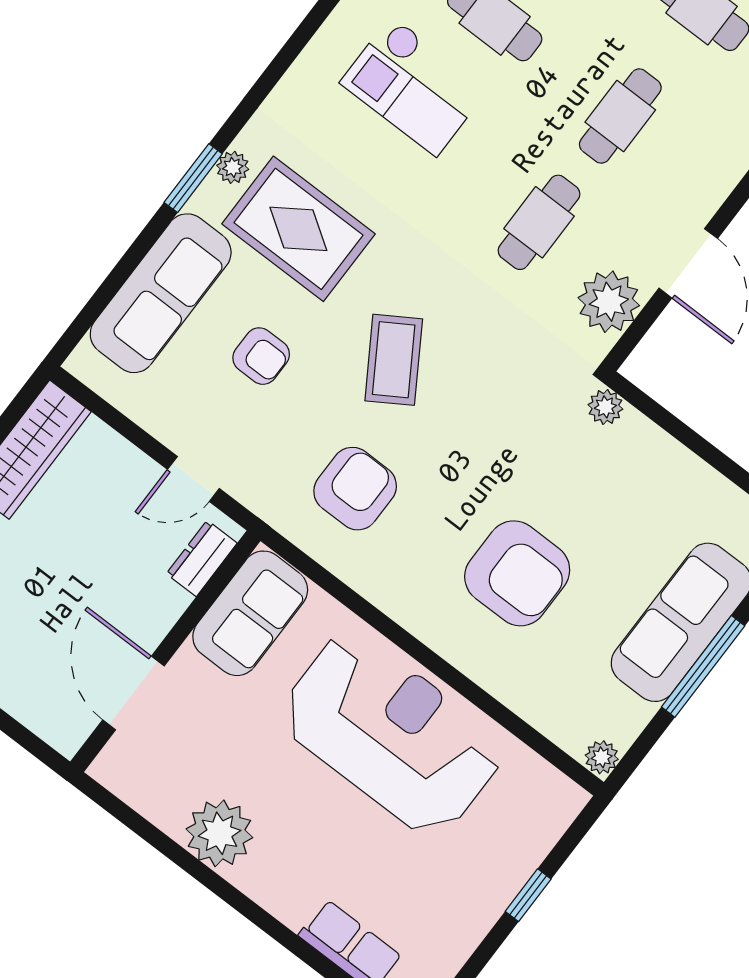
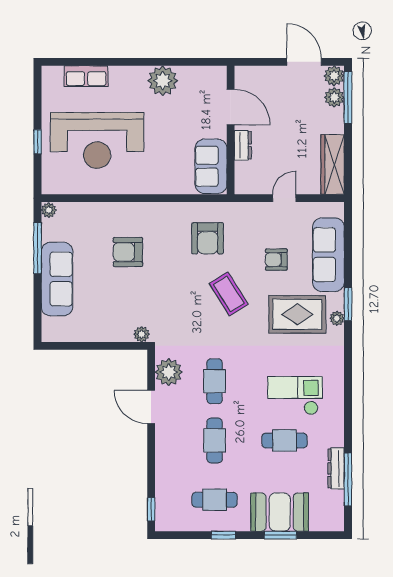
door: (193, 479) -> (284, 198), moved
dresser: (202, 558) -> (243, 145), moved
armchair: (517, 573) -> (128, 252), width x0.73, depth x0.73
window: (703, 666) -> (38, 248), moved
reception desk: (391, 734) -> (97, 140), moved

